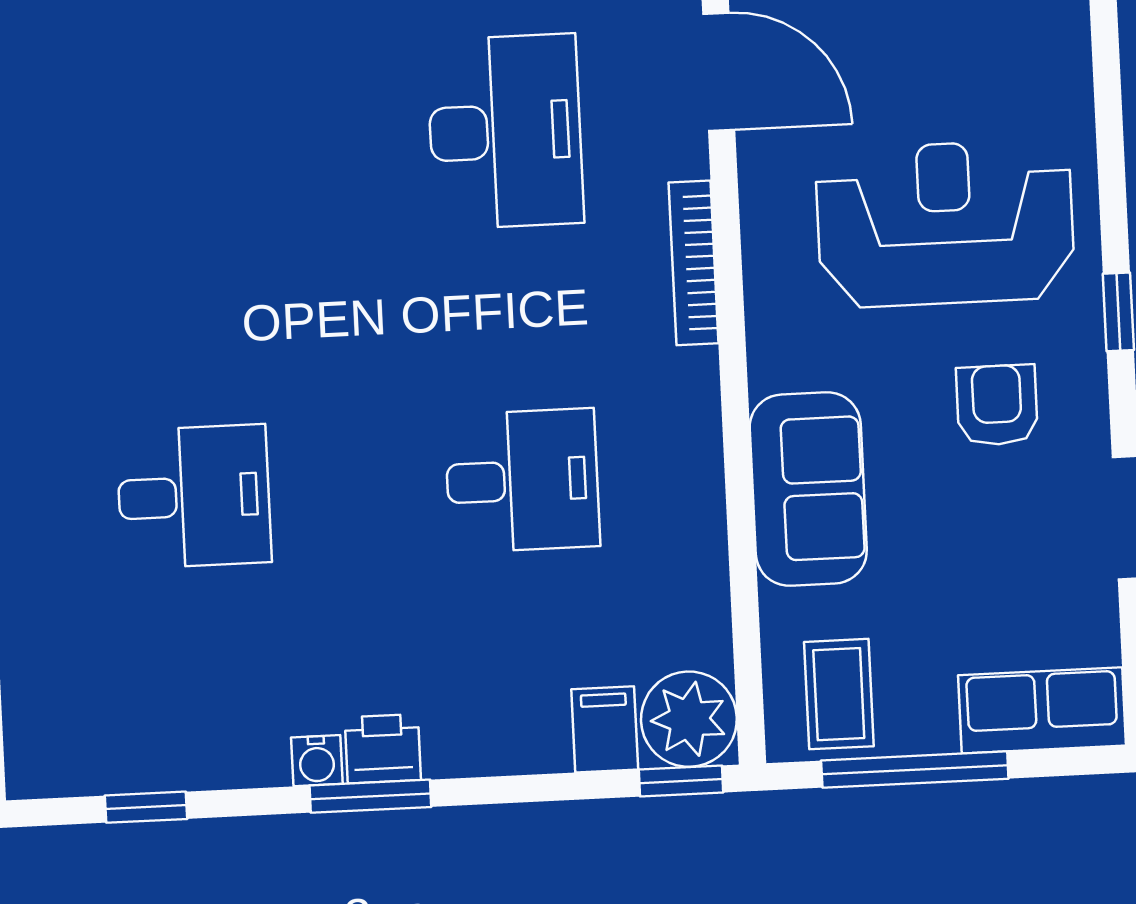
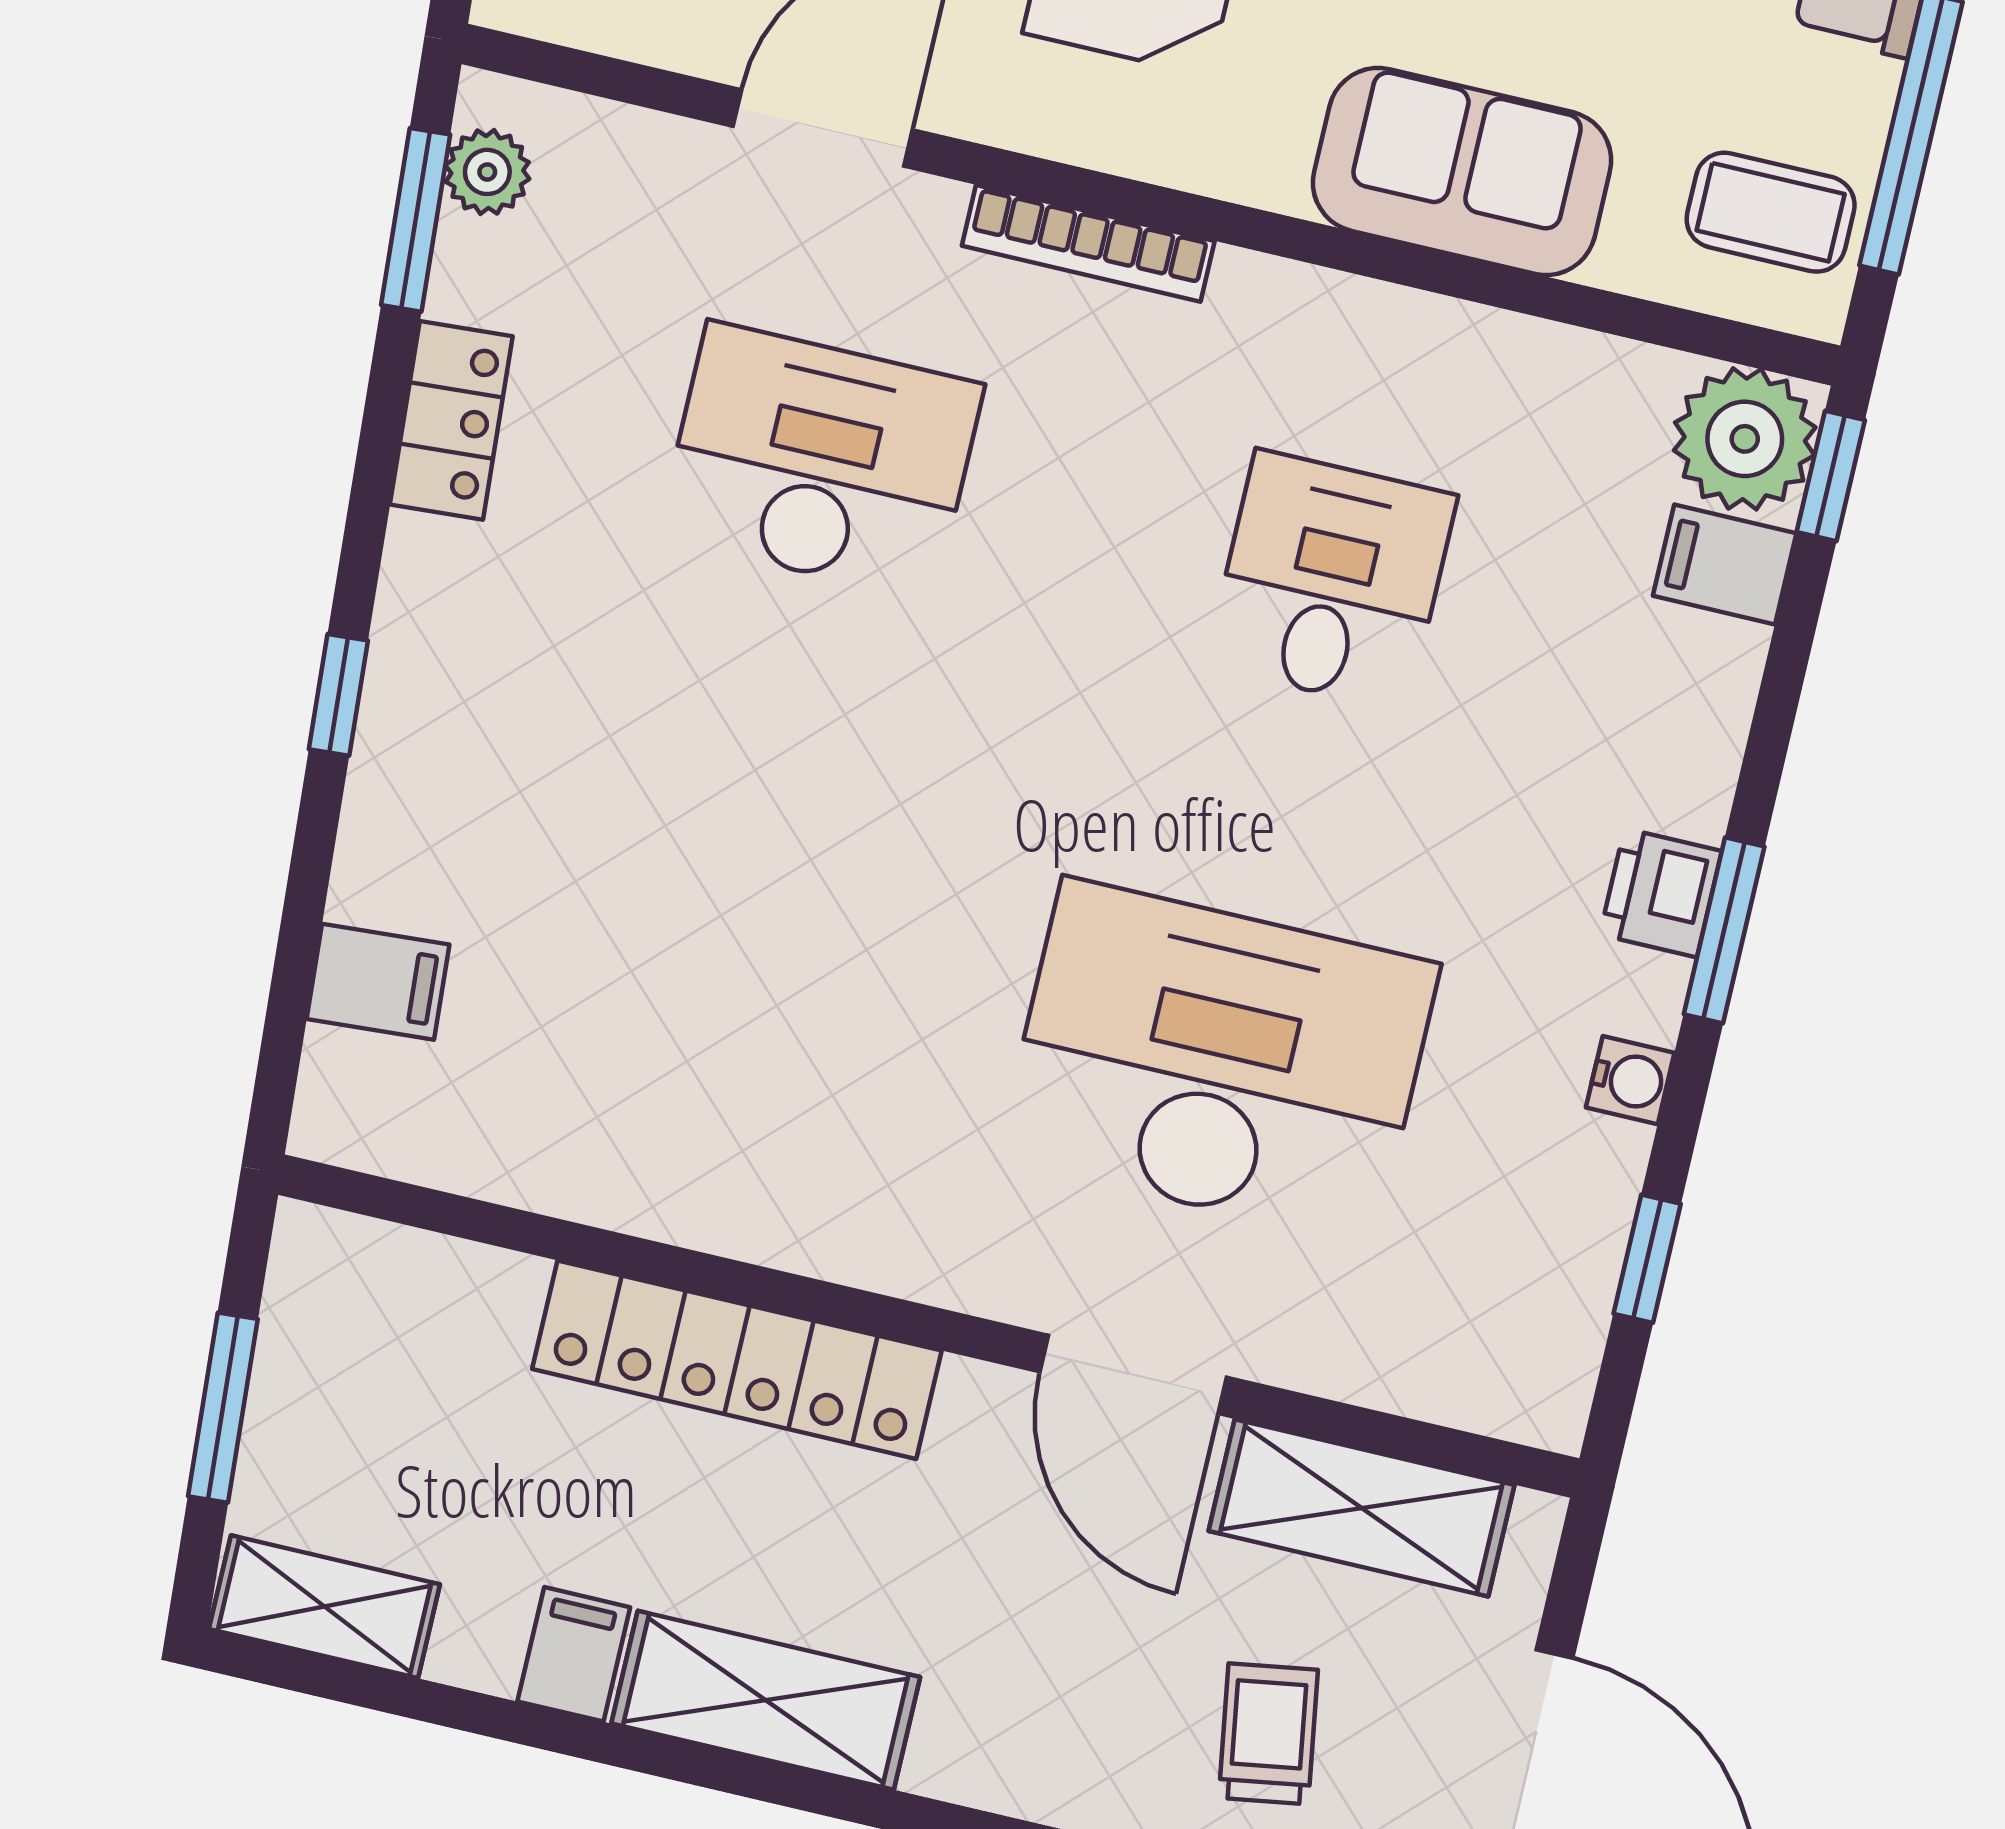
desk: (194, 497) -> (1219, 1061), width x1.87, depth x1.30
water cooler: (317, 761) -> (1630, 1080), moved

